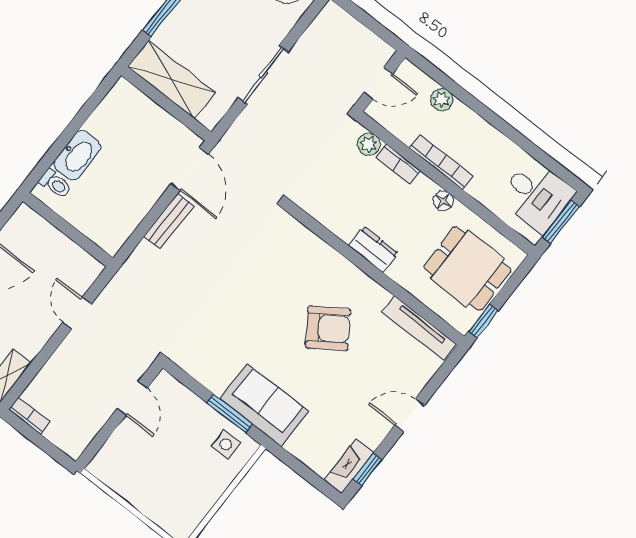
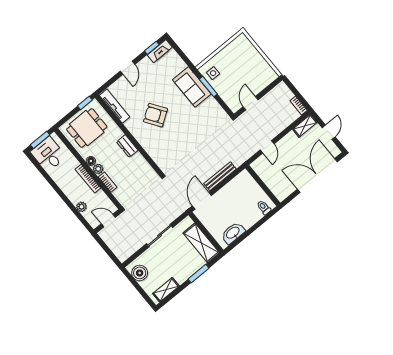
plant: (369, 144) -> (98, 169), moved
washbasin: (77, 155) -> (233, 233), moved
bench: (169, 221) -> (220, 176), width x1.36
dining table: (467, 269) -> (87, 128), turned 90
door: (410, 415) -> (128, 68), hinge flipped

